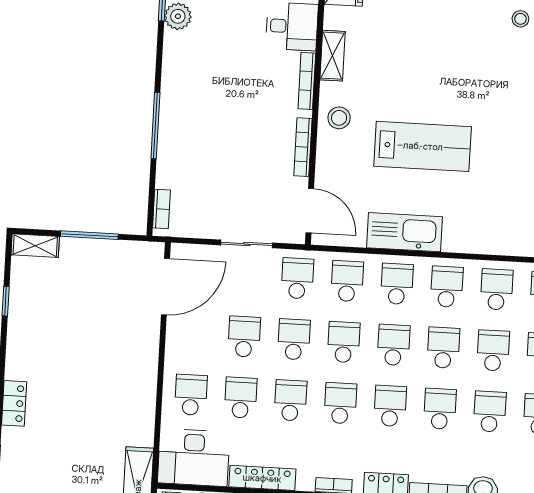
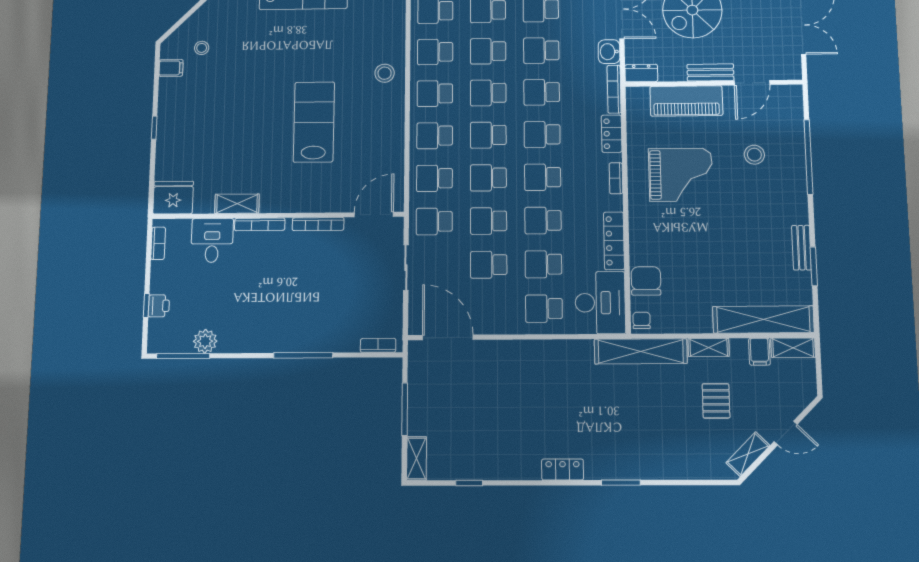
stool: (339, 118) -> (385, 73), moved
kitchen sink: (404, 232) -> (389, 132), removed

